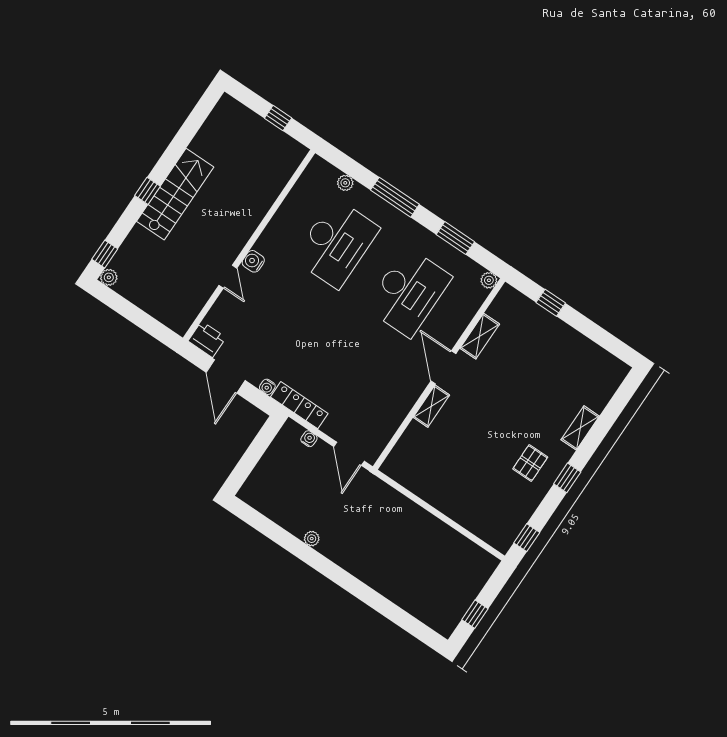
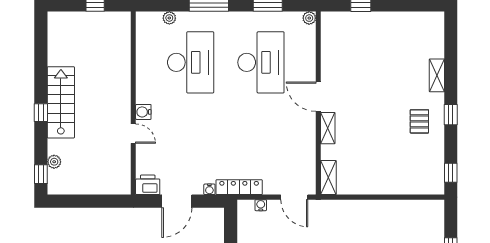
plant: (109, 277) -> (54, 162), moved
shelving: (480, 336) -> (328, 178), moved
door: (226, 376) -> (177, 201), hinge flipped

